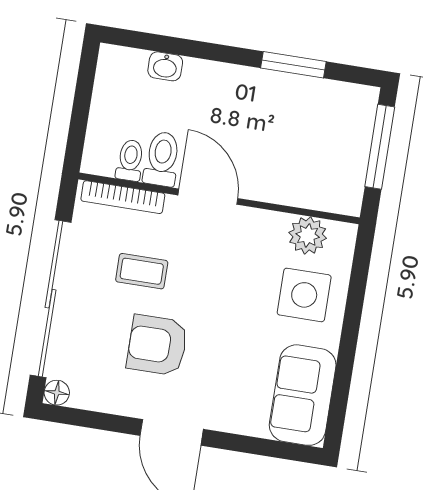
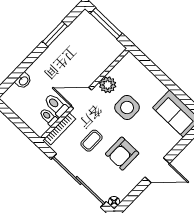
plant: (308, 235) -> (108, 85), moved
side table: (304, 295) -> (127, 108), moved

